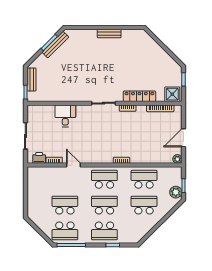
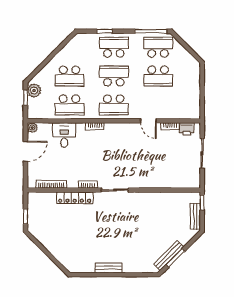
shower: (172, 94) -> (38, 200), removed
desk: (65, 116) -> (64, 135), moved, turned 180
school desk: (104, 205) -> (114, 76), turned 180

